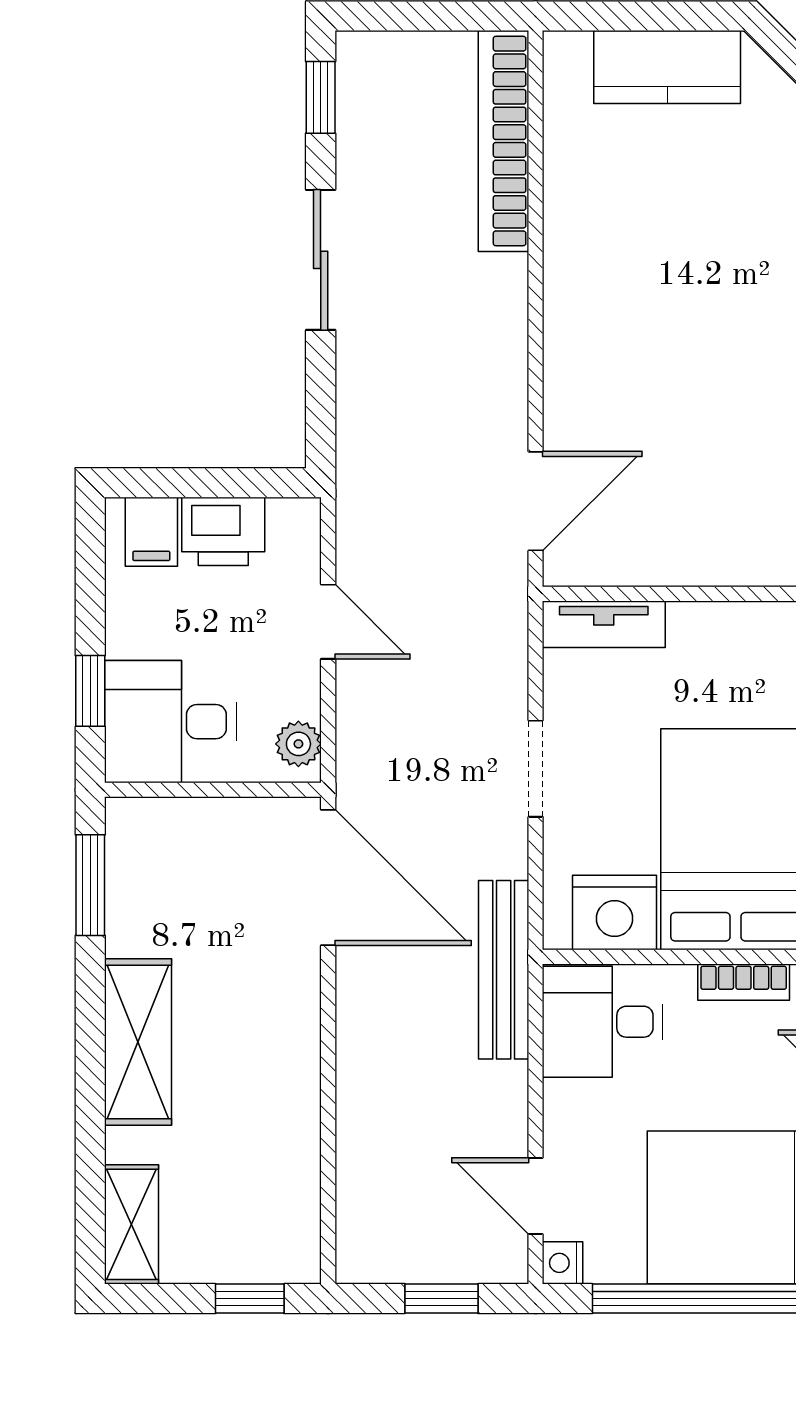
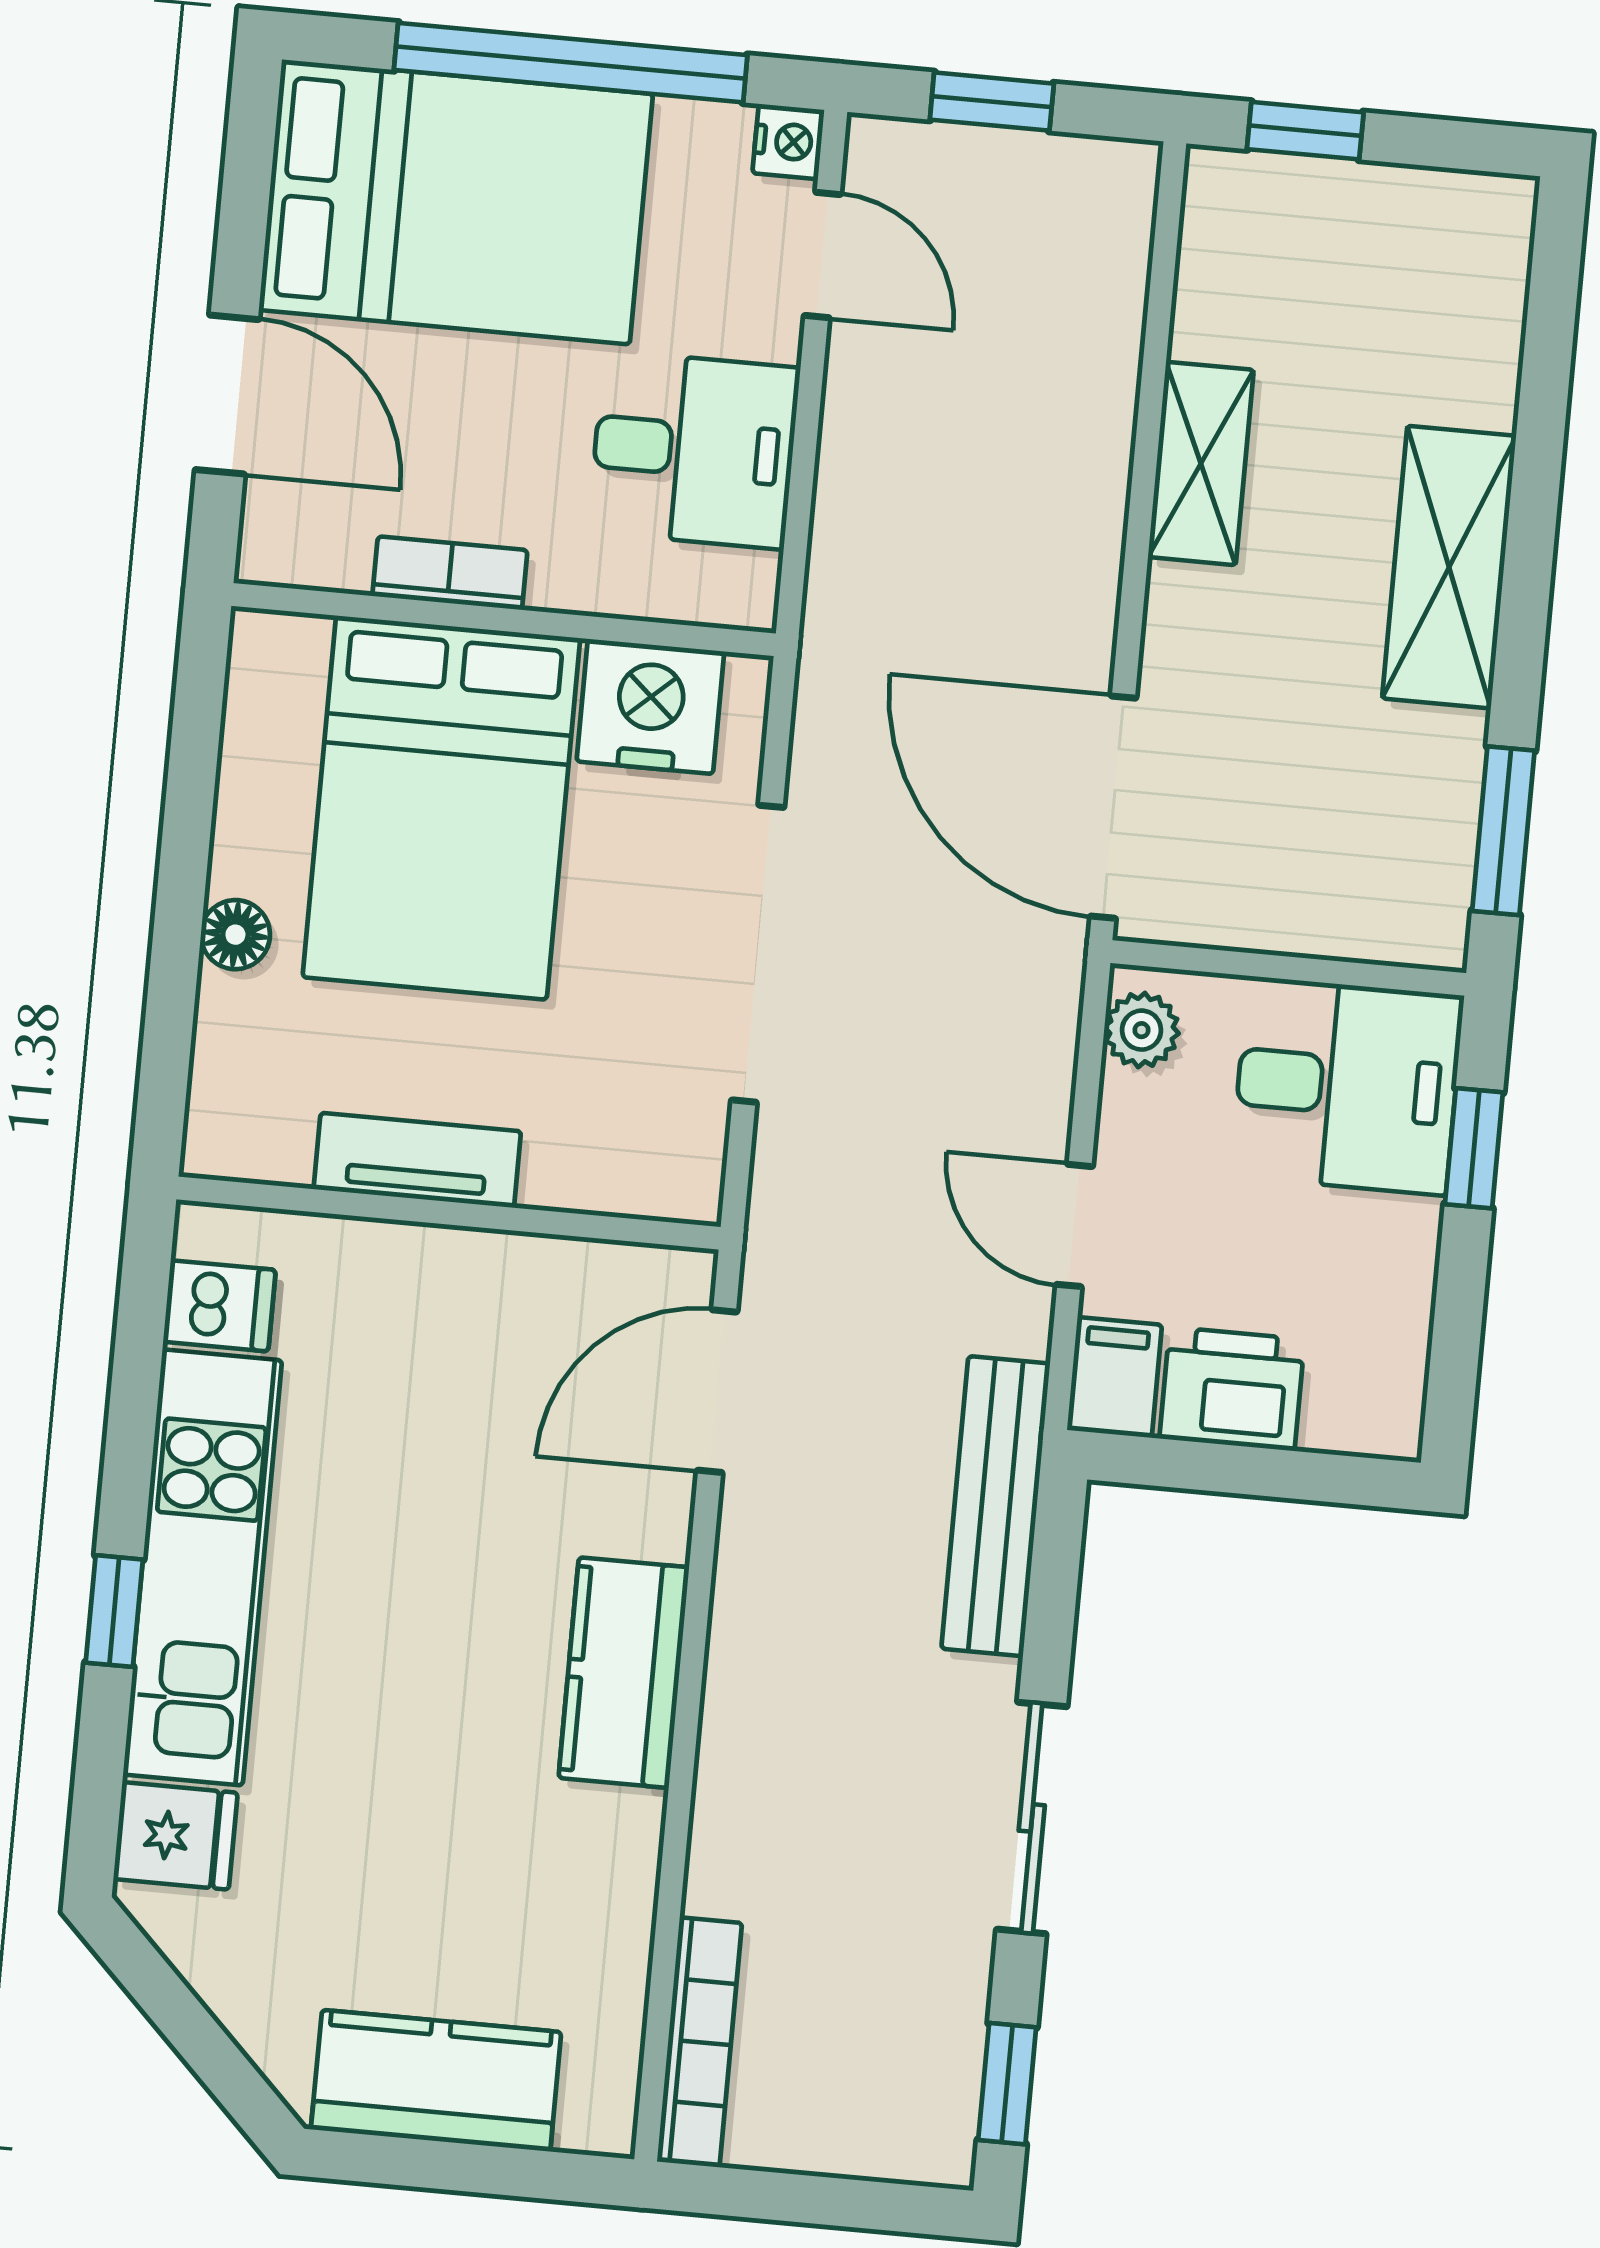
bookcase: (504, 141) -> (700, 2042), width x0.68, depth x0.76
kitchen counter: (576, 325) -> (624, 1673), added
filing cabinet: (151, 532) -> (1114, 1377), moved
tv unit: (604, 624) -> (417, 1160), moved
doorway: (536, 769) -> (758, 954), width x1.88
bench: (504, 970) -> (996, 1506), moved
desk: (603, 1022) -> (694, 450), moved
shelving: (131, 1224) -> (1201, 463), moved

